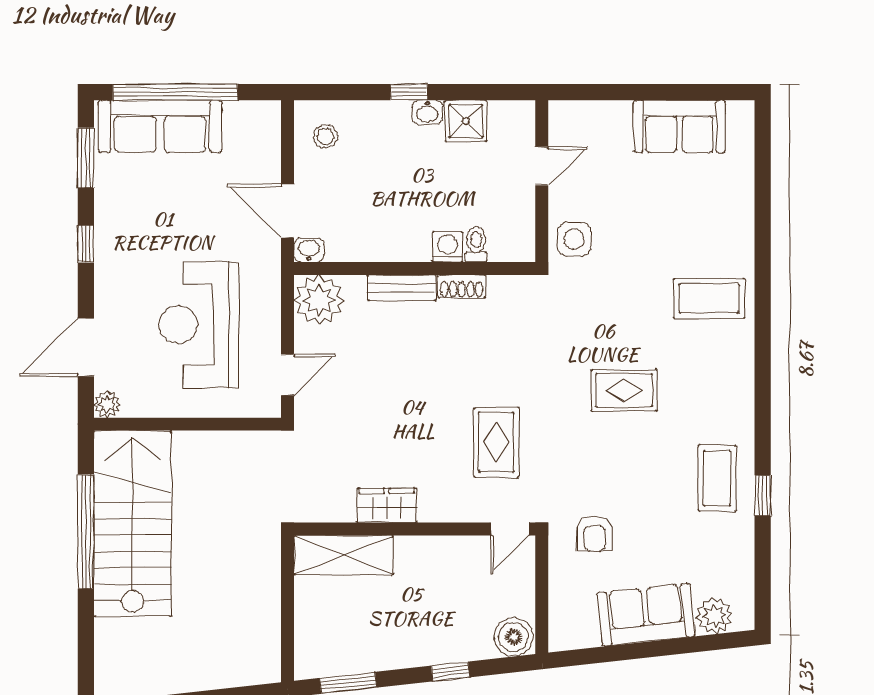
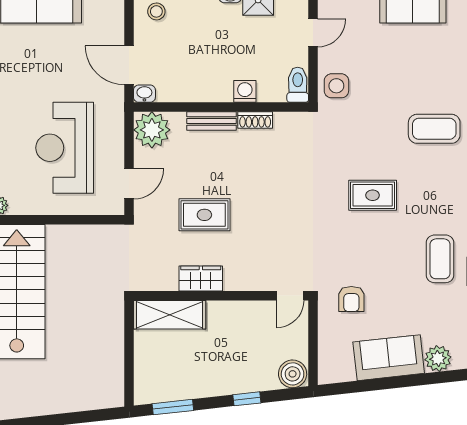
toilet: (476, 244) -> (298, 85), moved, width x1.37, depth x1.39
rug: (496, 442) -> (204, 215), moved, turned 90

